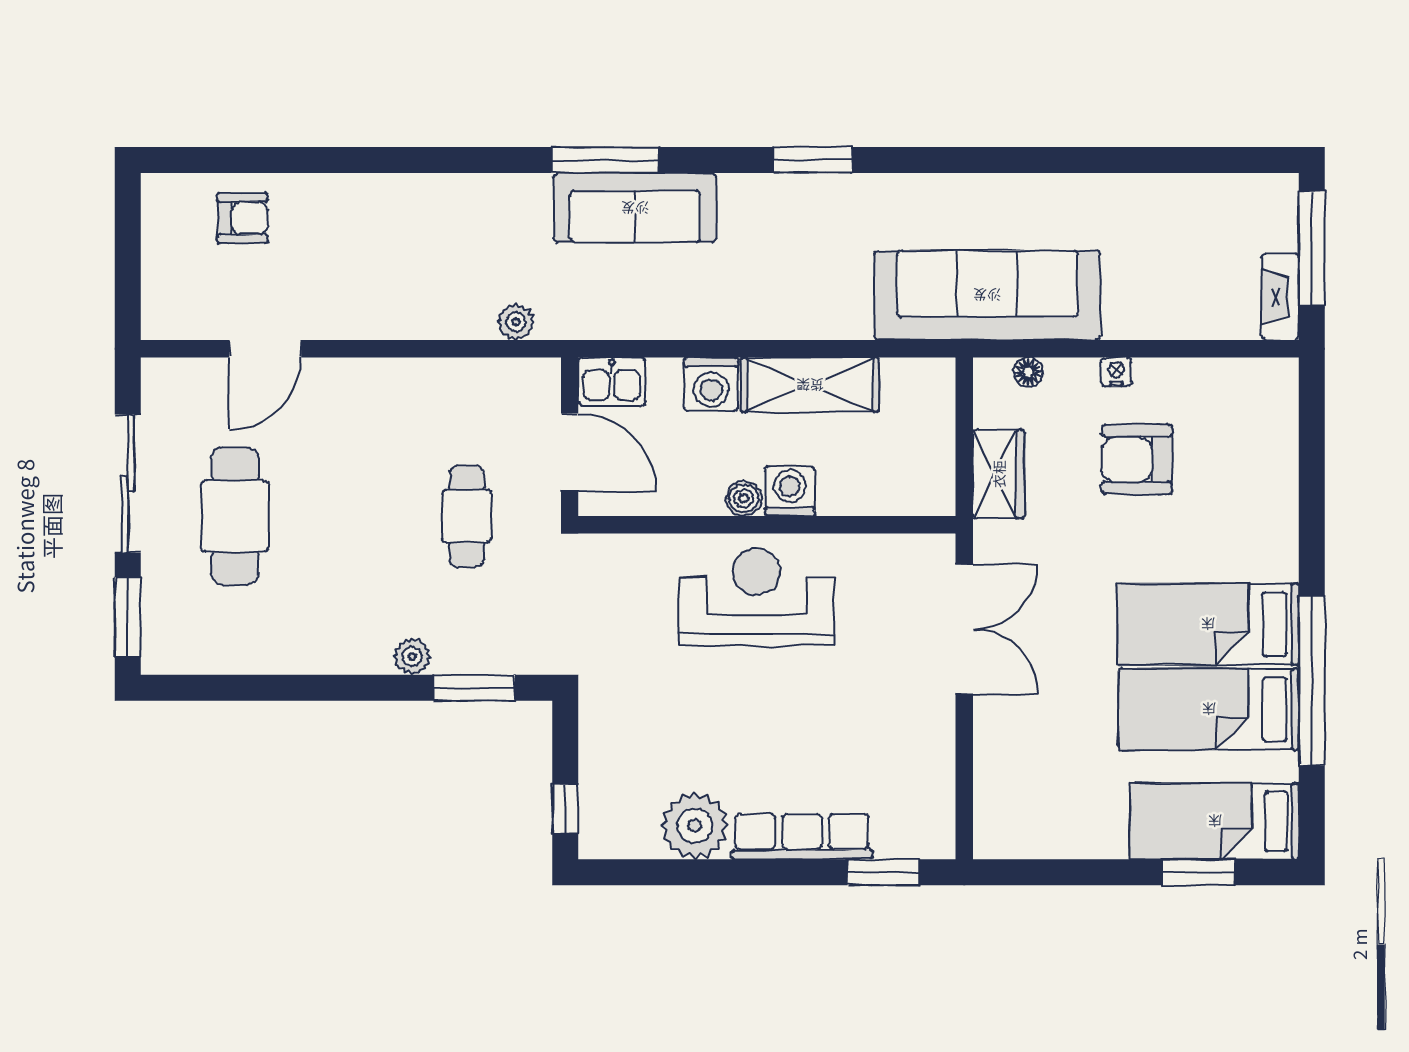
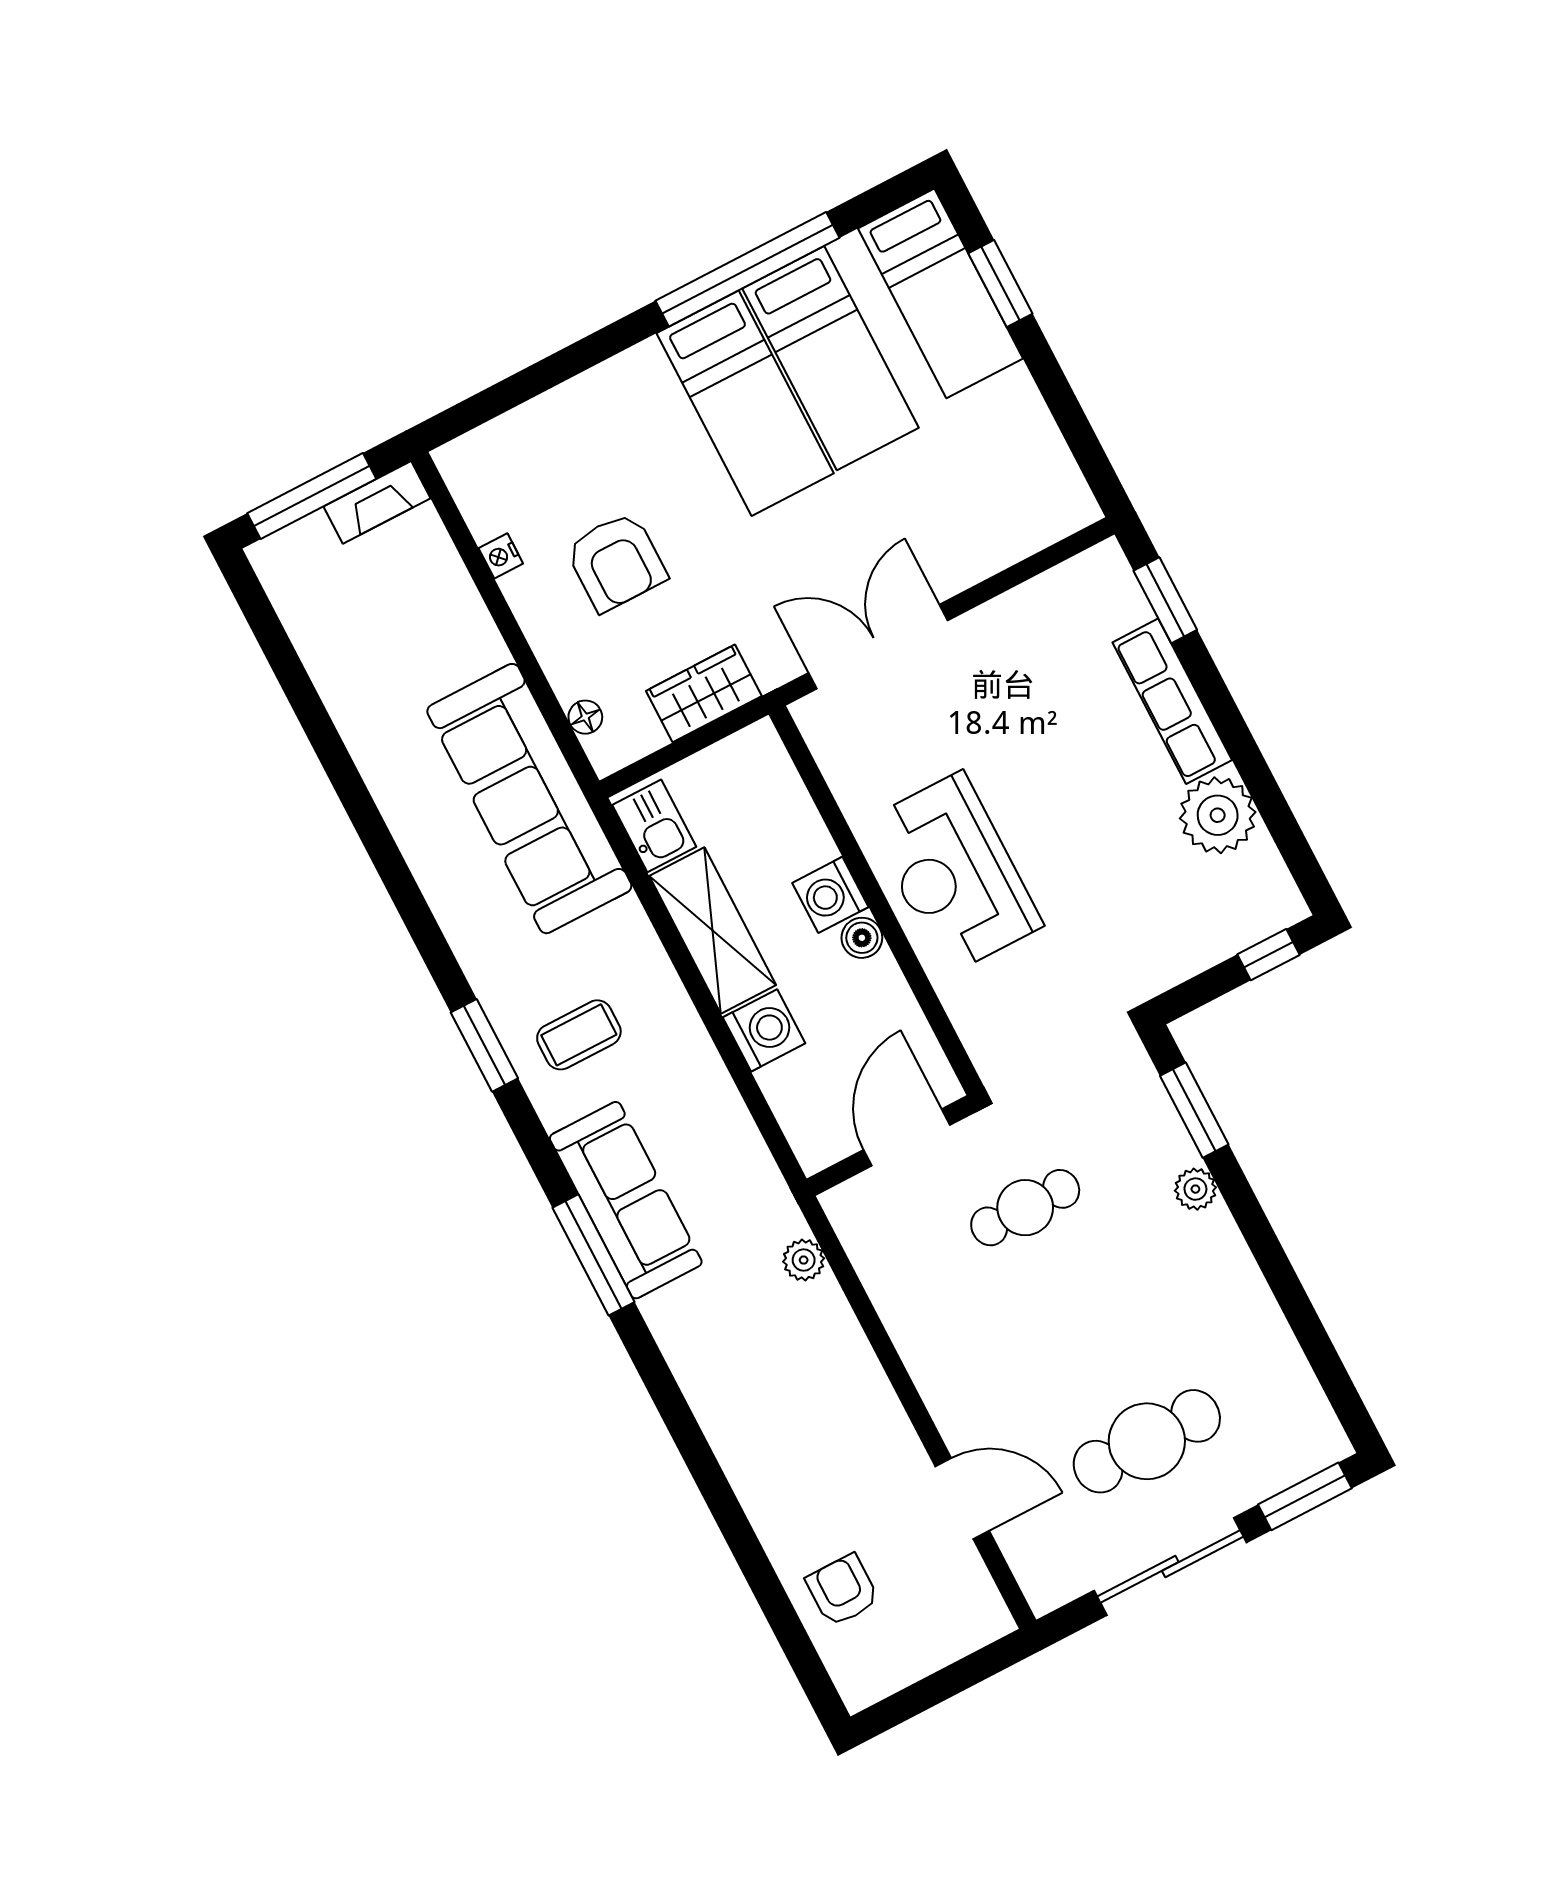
coffee table: (783, 238) -> (579, 1035), added
nightstand: (1116, 372) -> (501, 556), moved
kitchen sink: (612, 382) -> (654, 826), moved

